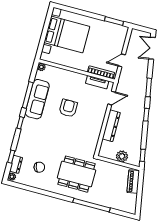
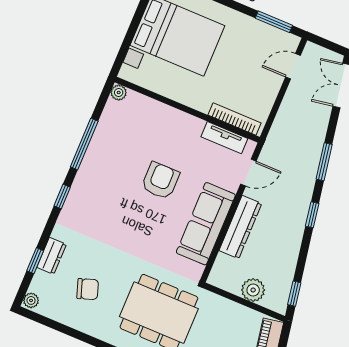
door: (122, 60) -> (293, 66), moved
sofa: (37, 99) -> (206, 224), moved, turned 180
dresser: (16, 164) -> (52, 256), moved

